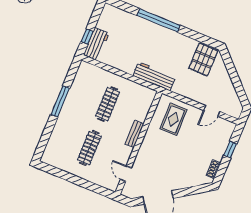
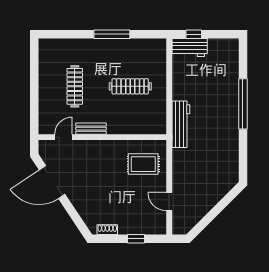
pallet: (203, 59) -> (221, 170), removed
bench: (134, 134) -> (91, 129), moved
clothes rail: (89, 148) -> (75, 86), turned 90

